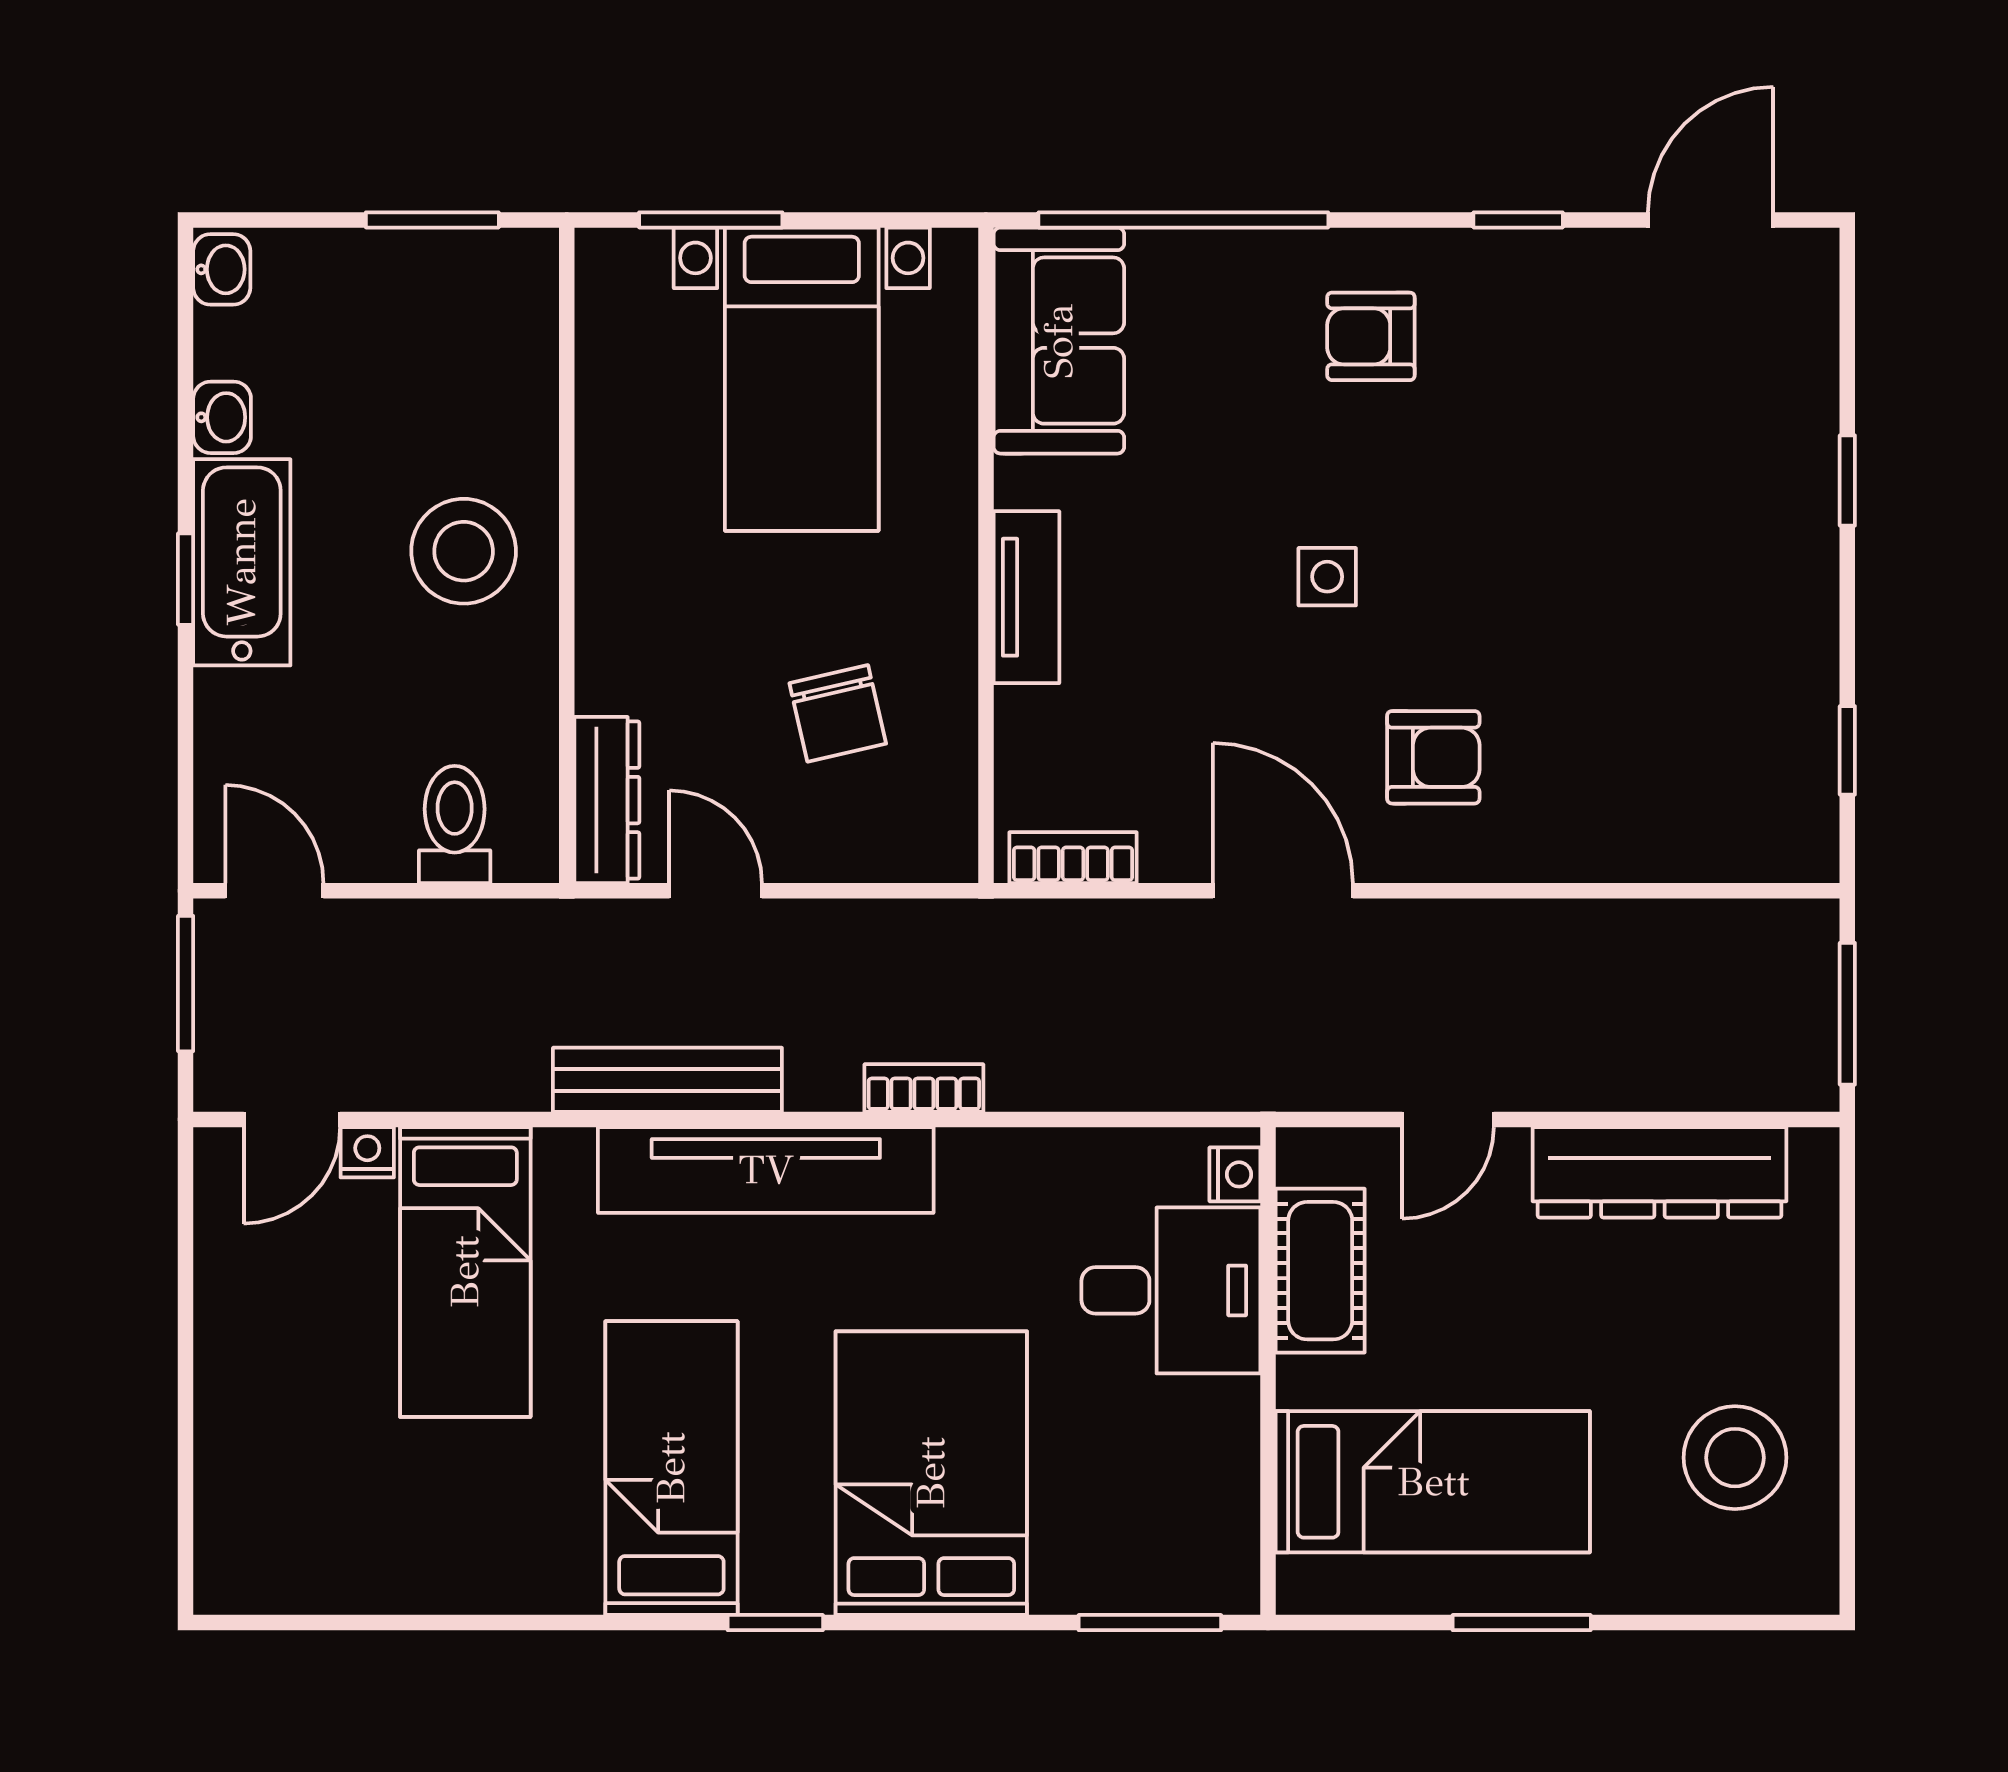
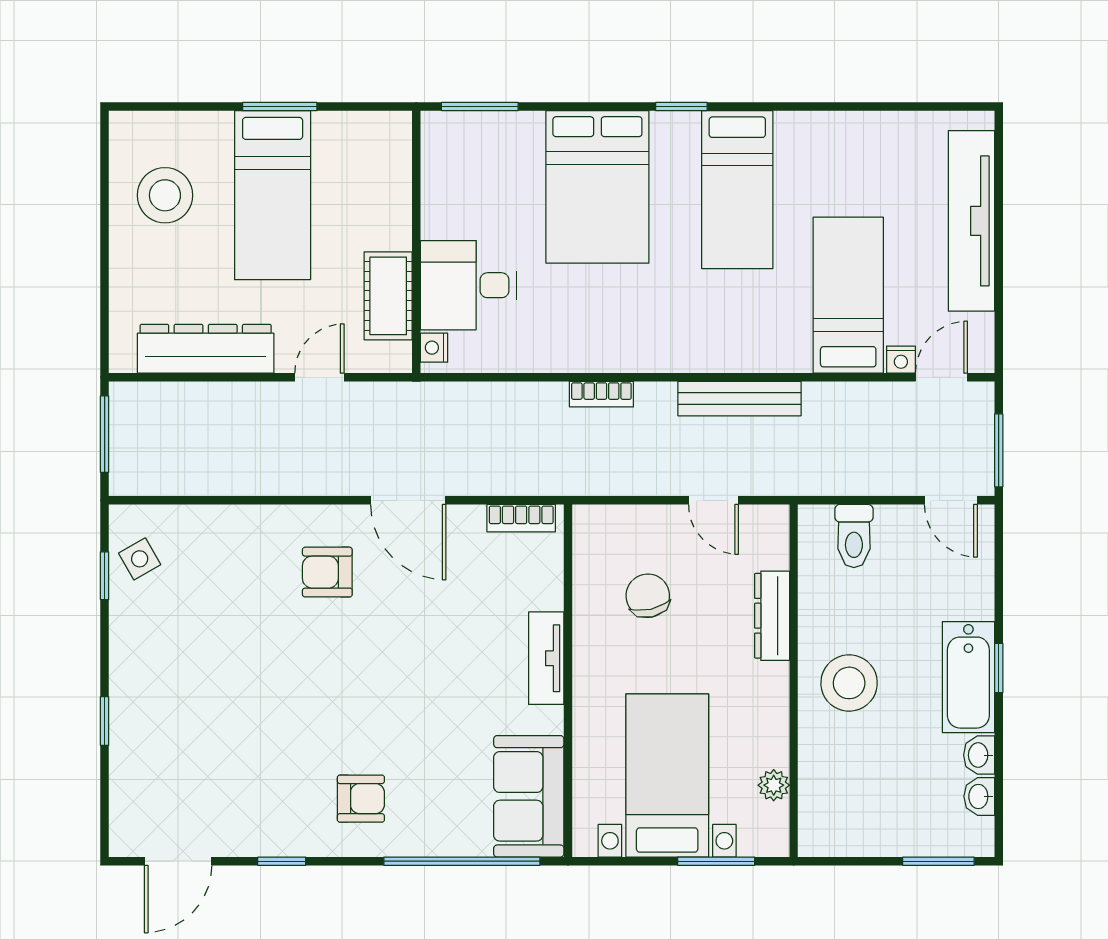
window: (432, 220) -> (938, 861), moved
washbasin: (222, 269) -> (979, 796), moved
plant: (604, 361) -> (774, 785), added
side table: (1327, 577) -> (140, 559), moved, turned -30
dresser: (607, 800) -> (772, 616), moved
tv unit: (766, 1170) -> (971, 221), moved, turned -90
bed: (1433, 1482) -> (273, 195), moved, turned -90

